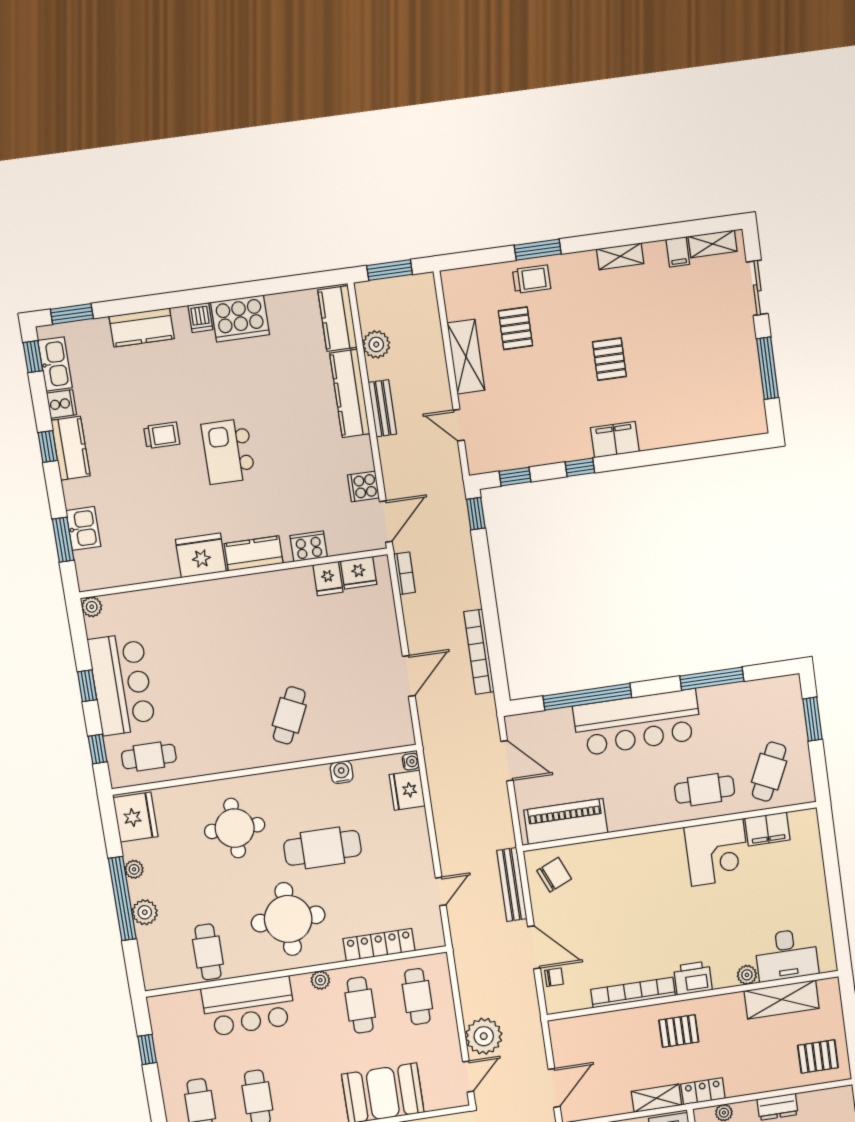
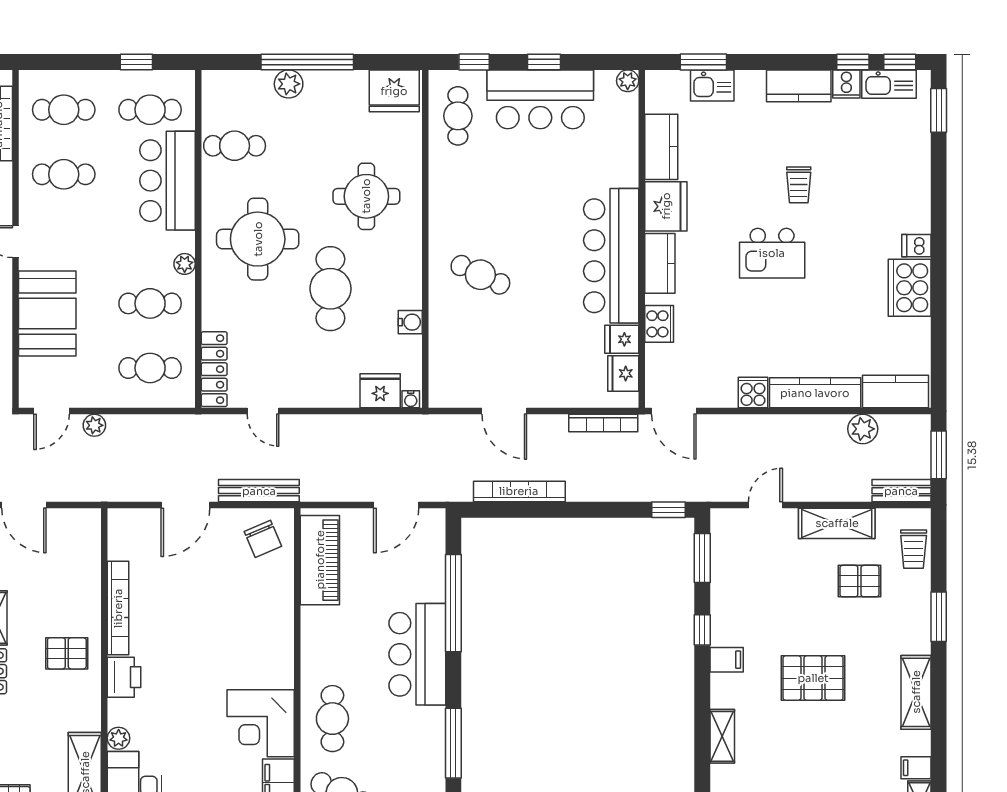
shelving: (620, 256) -> (916, 692), width x1.50, depth x1.33
trolley: (532, 279) -> (914, 549), moved
kitchen counter: (142, 327) -> (661, 147), moved, turned 180
pallet: (609, 359) -> (813, 678), width x1.50, depth x1.42
bench: (382, 408) -> (901, 491), moved
shelving: (673, 435) -> (722, 736), added
filing cabinet: (615, 440) -> (727, 660), width x0.50
window: (48, 446) -> (853, 62), moved
kitchen island: (228, 451) -> (772, 253), turned 180
window: (515, 477) -> (702, 558), width x1.50
cooker: (363, 486) -> (753, 393), moved
bookcase: (405, 573) -> (603, 423), width x1.56
bar counter: (254, 599) -> (611, 256), added
bar counter: (637, 722) -> (417, 654), width x0.73
plant: (134, 869) -> (337, 80), removed
locker: (379, 945) -> (214, 369), moved
chair: (554, 977) -> (149, 522), removed
cafe table: (188, 1031) -> (150, 110), added
pallet: (679, 1031) -> (67, 653), turned 90
plant: (484, 1036) -> (94, 425), width x0.53, depth x0.53
door: (468, 1077) -> (52, 411), hinge flipped

